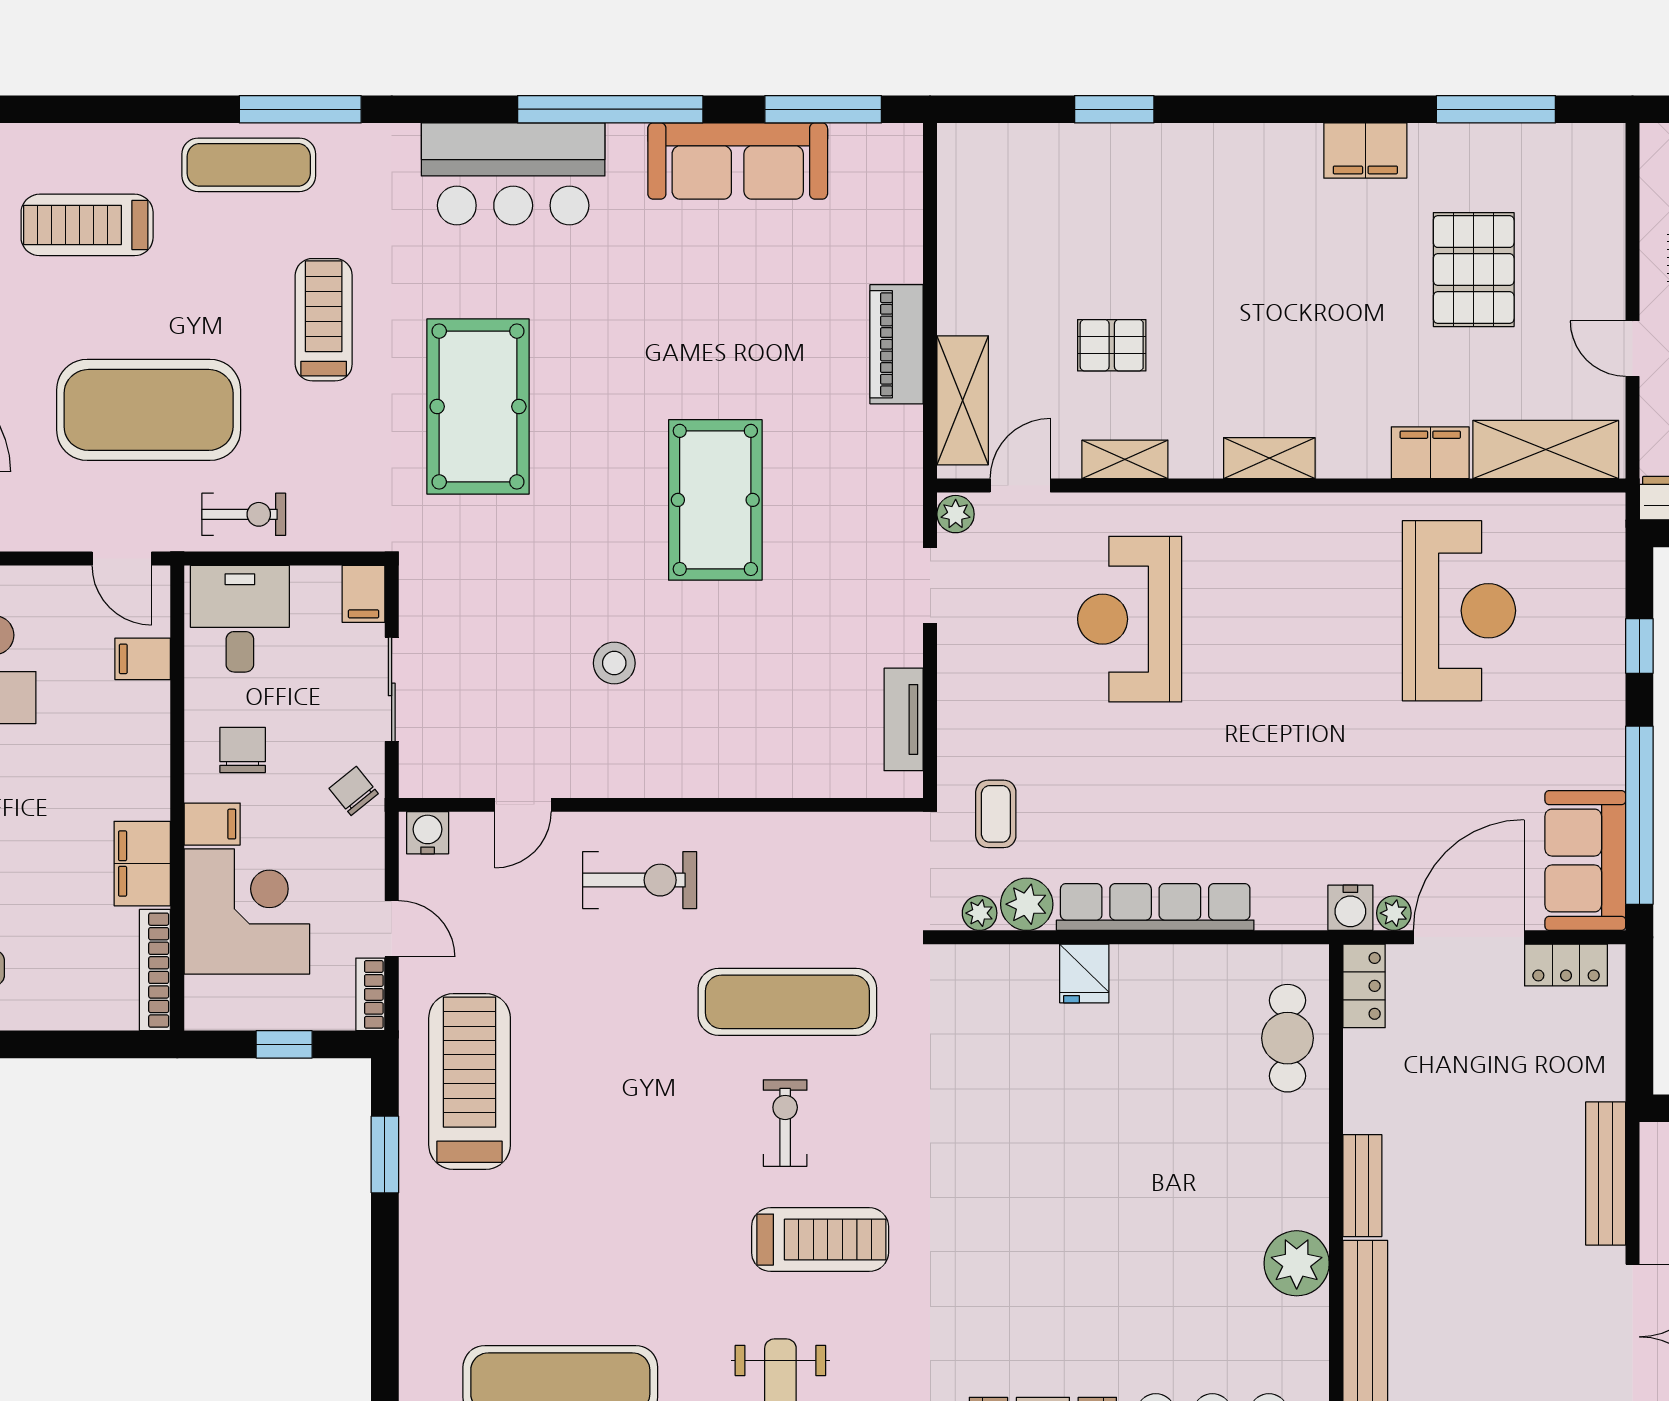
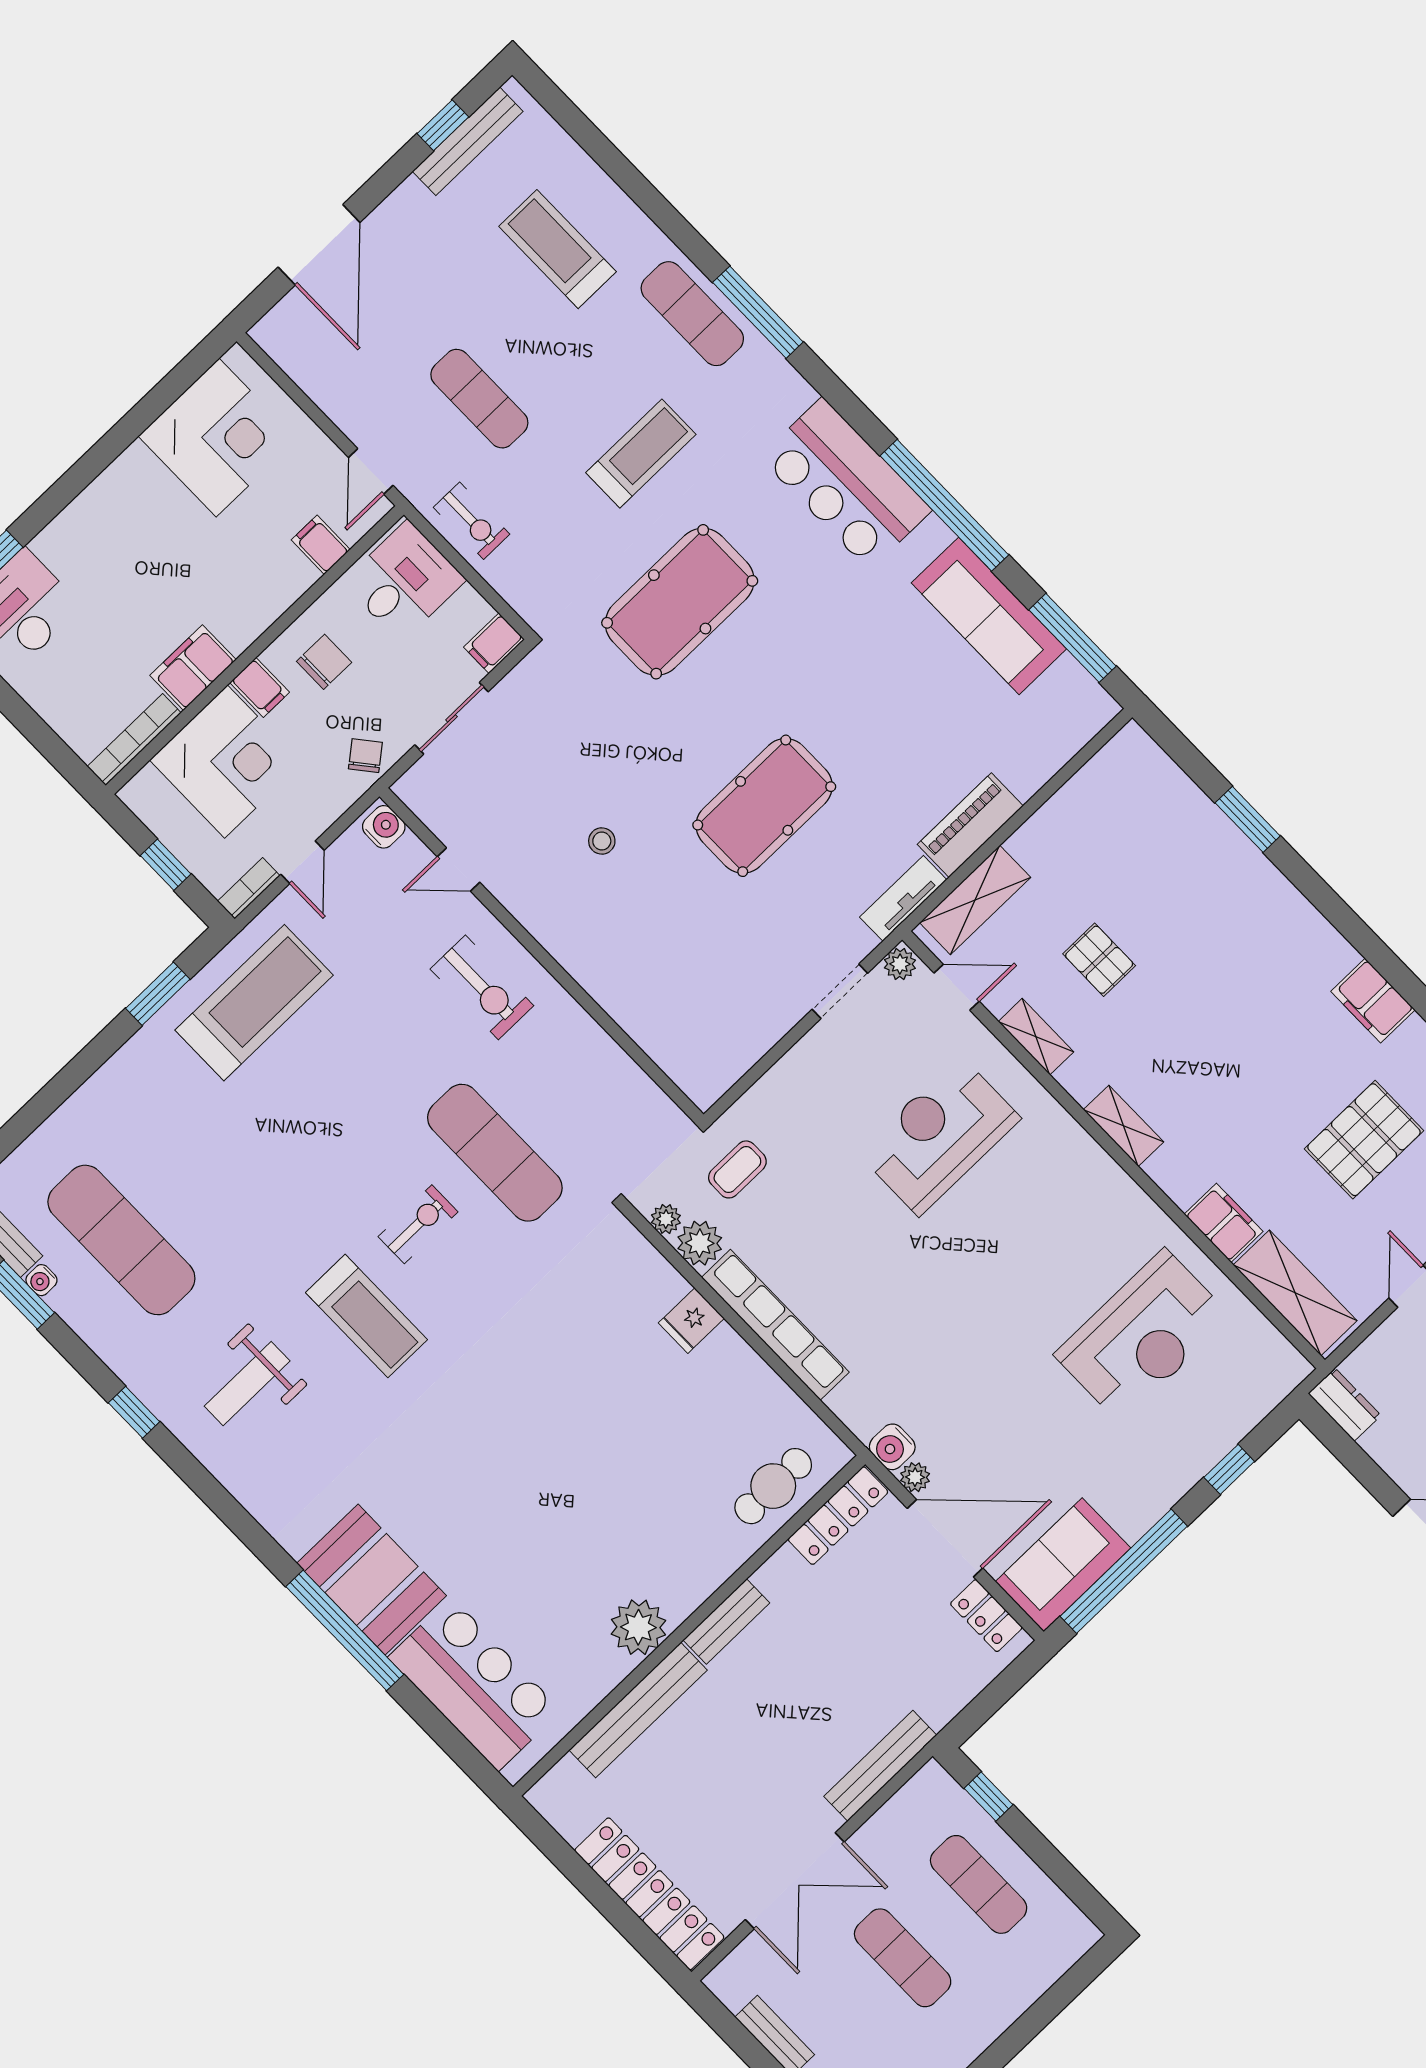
exercise mat: (149, 410) -> (479, 399), width x0.50, depth x0.69
stool: (614, 663) -> (602, 841), width x0.73, depth x0.73
tv unit: (904, 719) -> (903, 898), moved
locker: (1364, 986) -> (838, 1516), width x1.53

